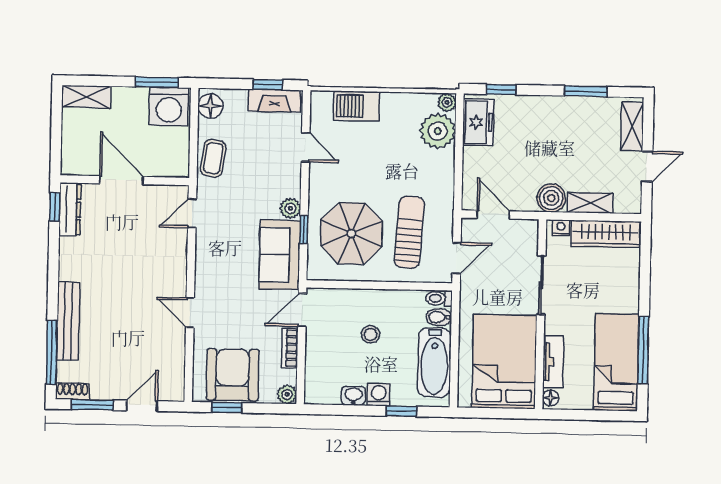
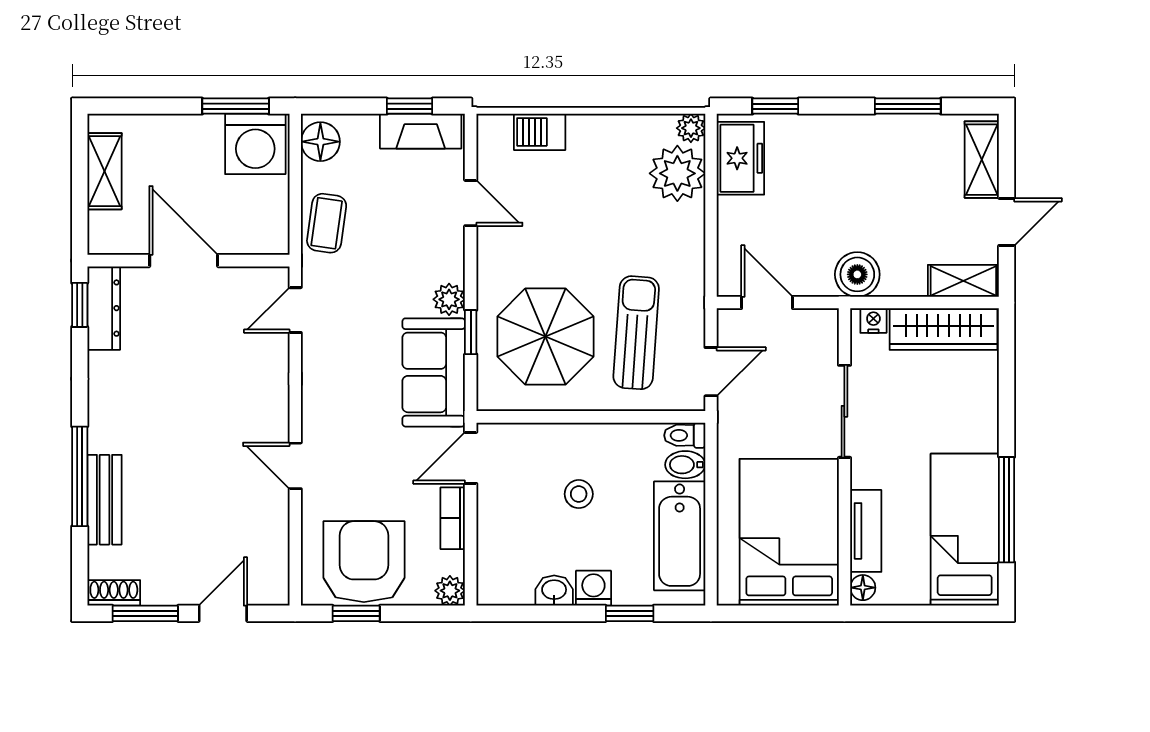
shelving: (86, 97) -> (105, 171), moved, turned 90
barbecue: (357, 106) -> (540, 132), width x0.73, depth x0.79
shelving: (590, 203) -> (963, 281), moved
bench: (68, 321) -> (104, 500), width x0.73
window: (52, 352) -> (80, 476), moved

